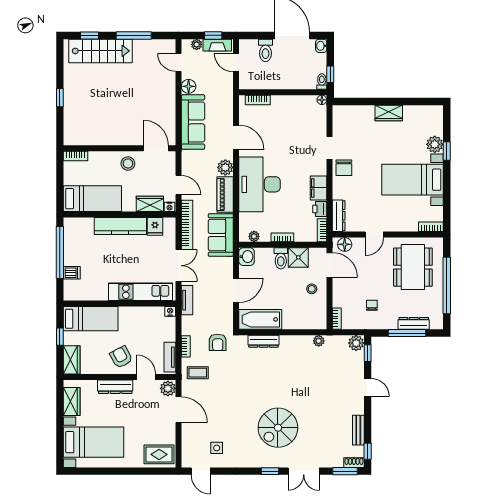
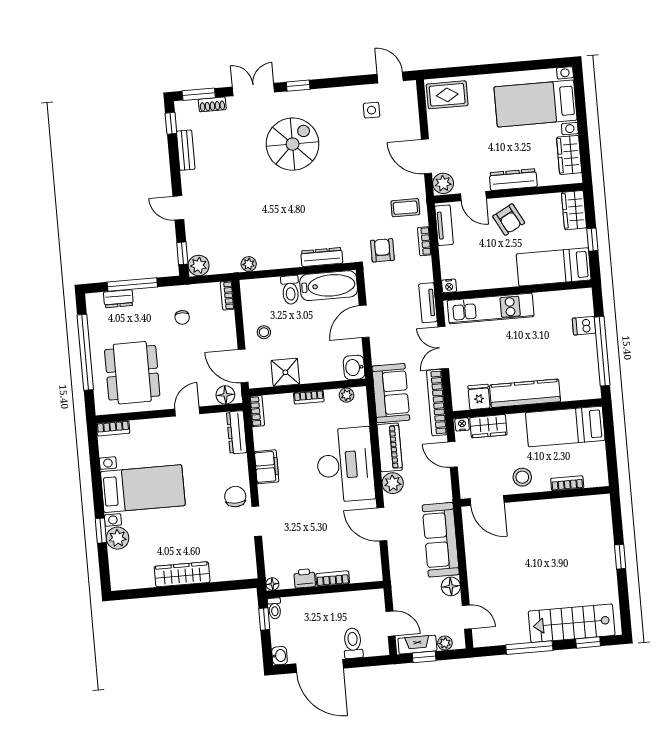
bookcase: (258, 100) -> (333, 579), moved
wardrobe: (389, 113) -> (182, 574), width x1.50
bookcase: (76, 156) -> (567, 483), moved
printer: (320, 209) -> (305, 578), moved, turned -90
toilet: (281, 258) -> (290, 290), moved, turned 180
dresser: (414, 323) -> (118, 299), width x0.70
shoe rack: (354, 463) -> (212, 104), moved

